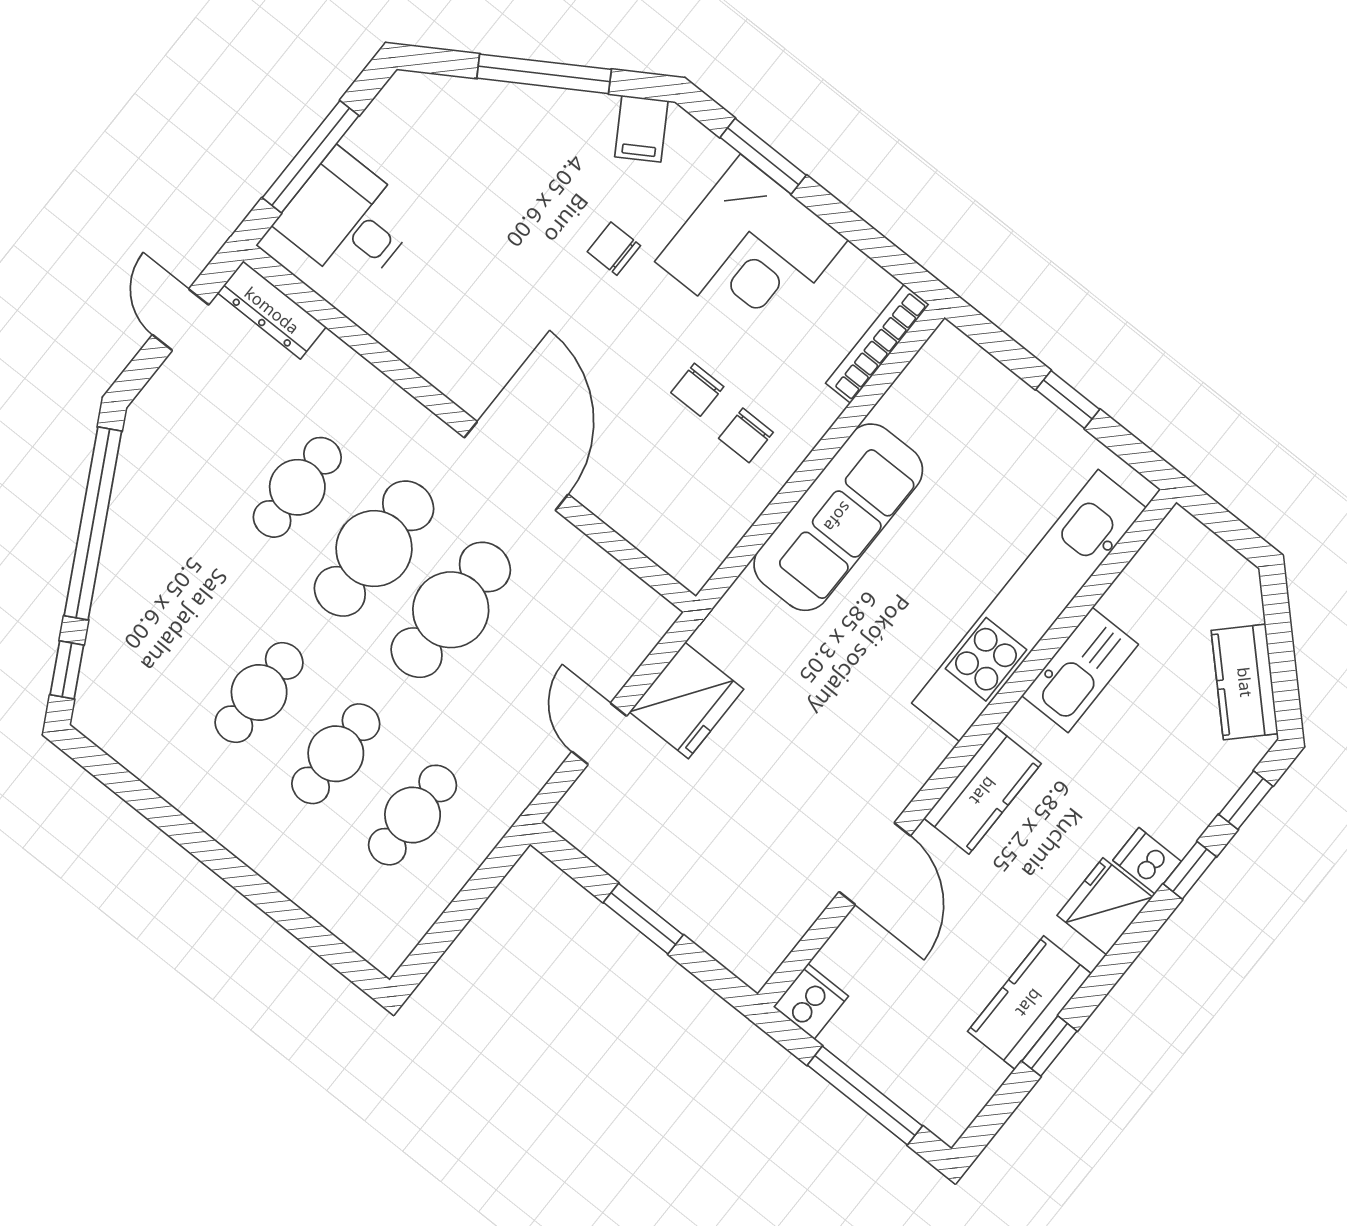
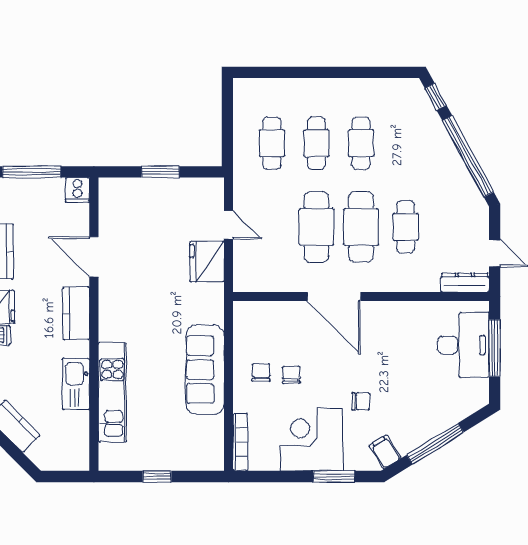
desk: (348, 220) -> (463, 345), width x1.37
kitchen unit: (1029, 605) -> (112, 392), width x0.73

